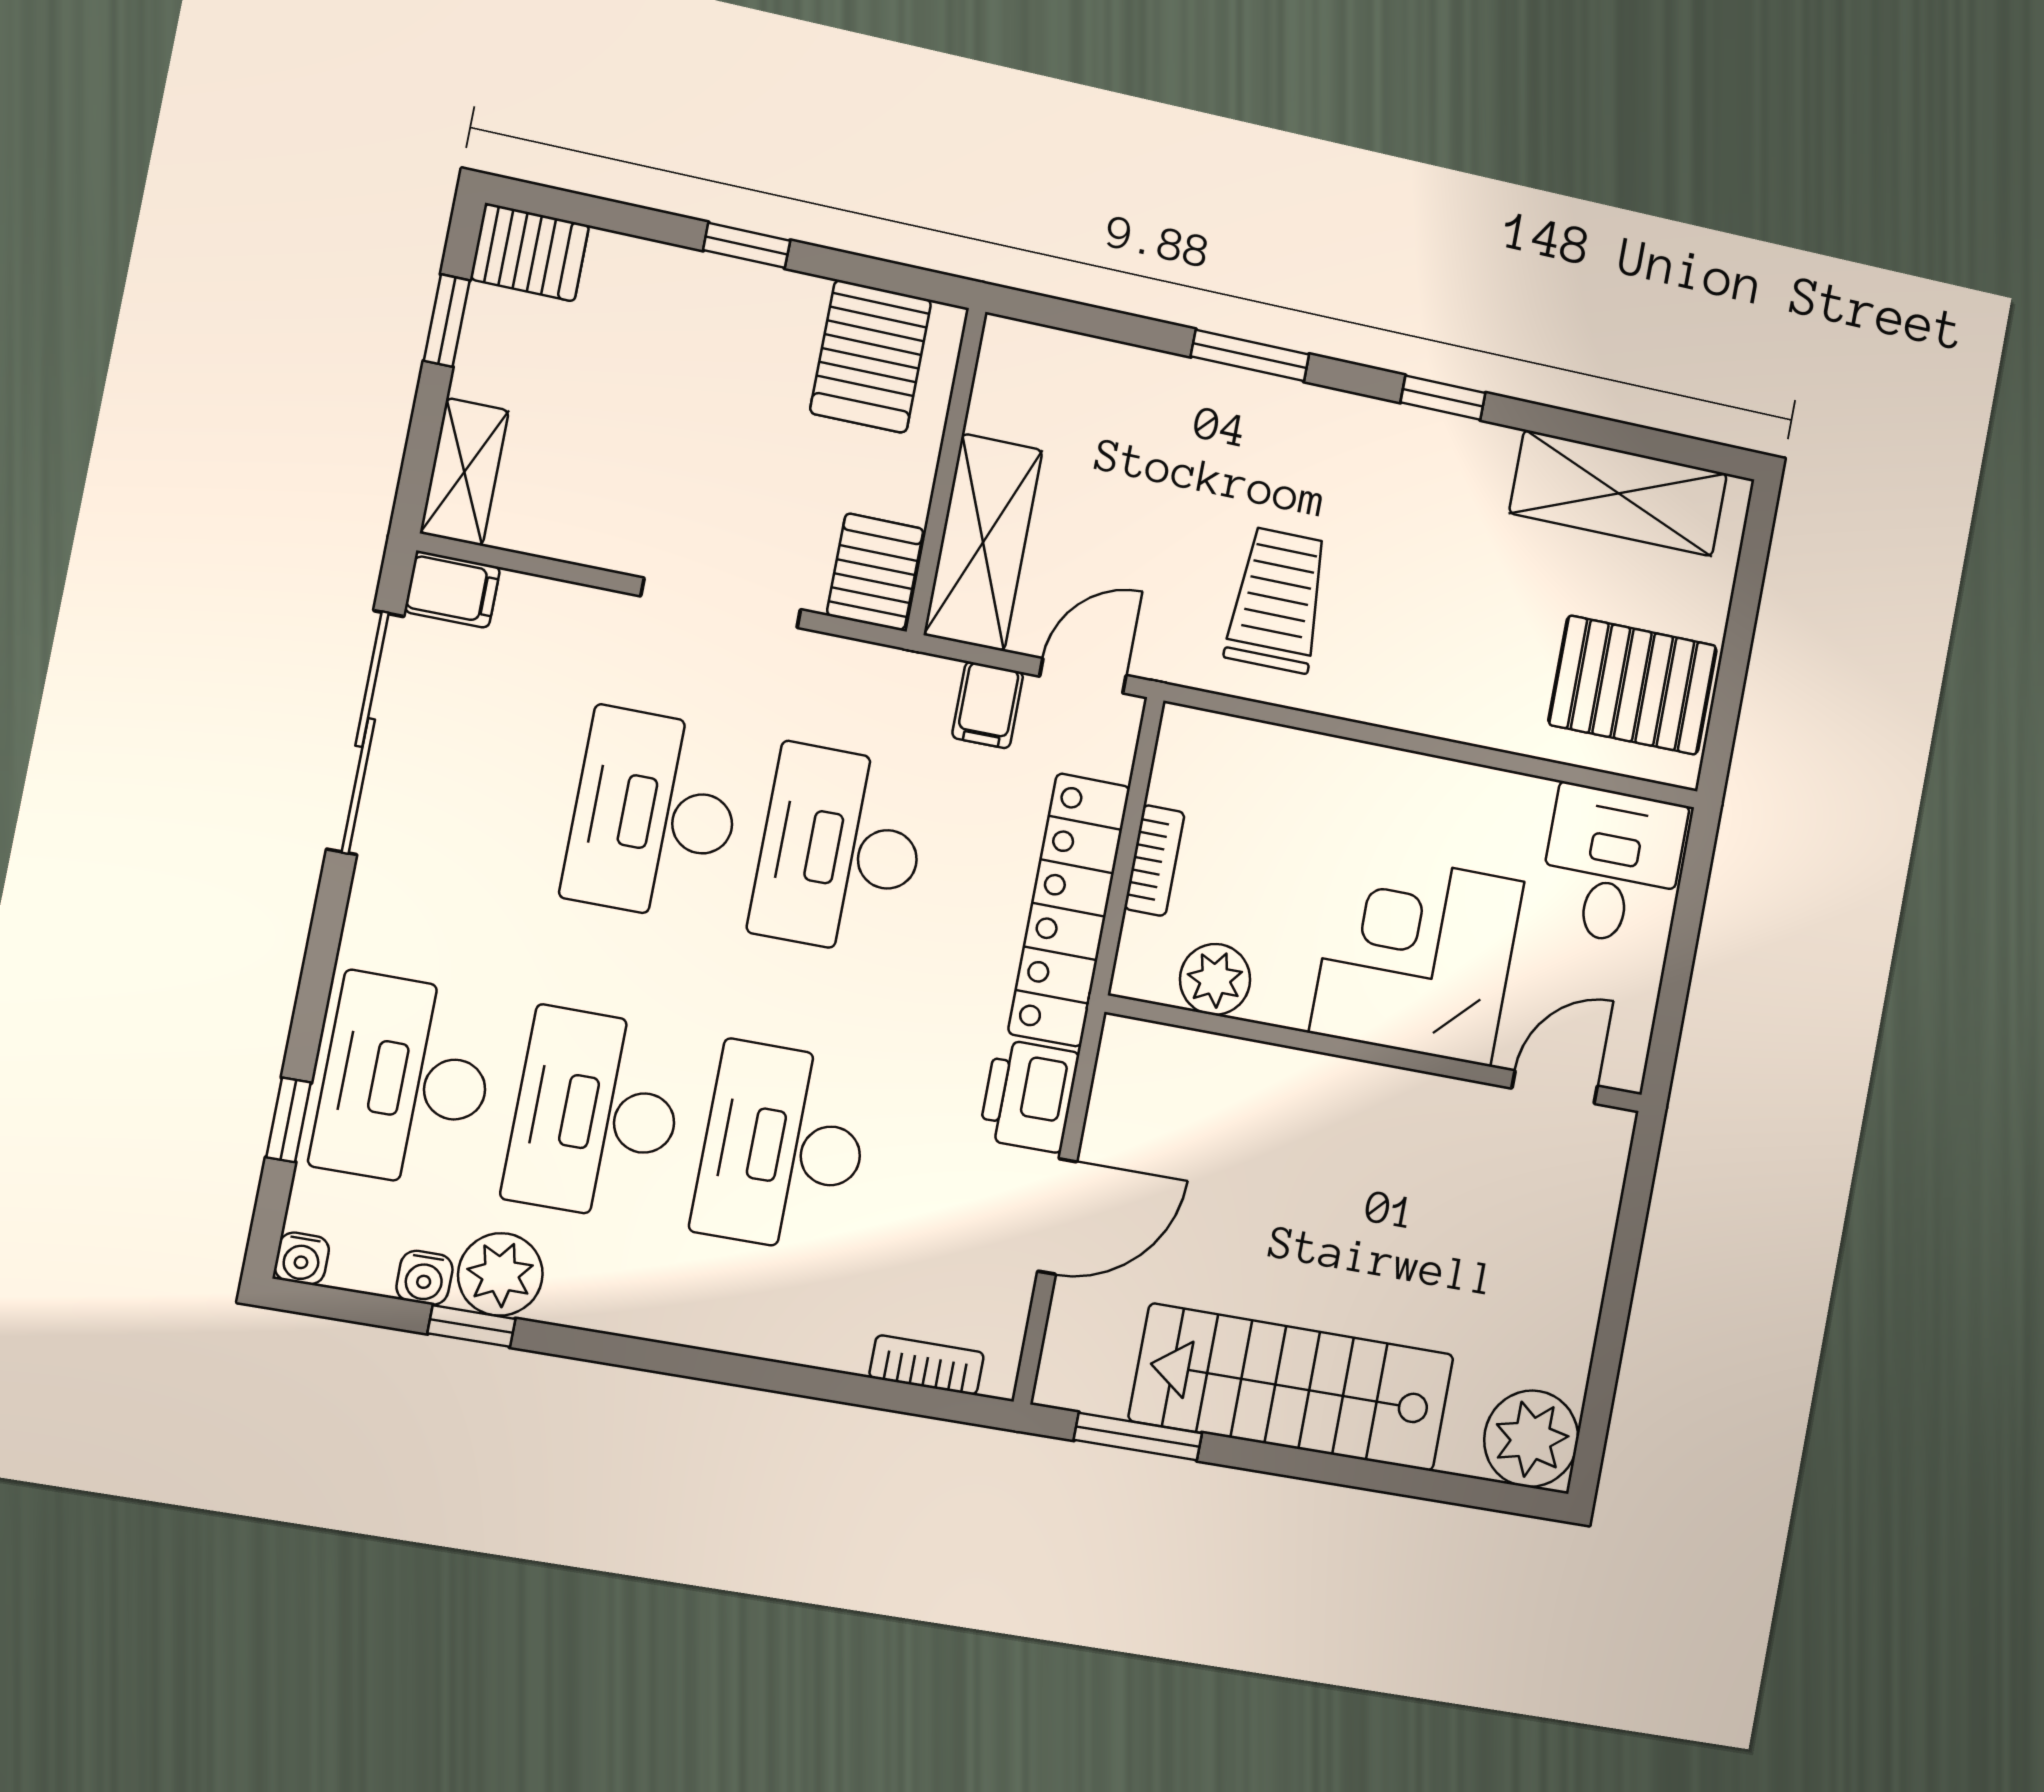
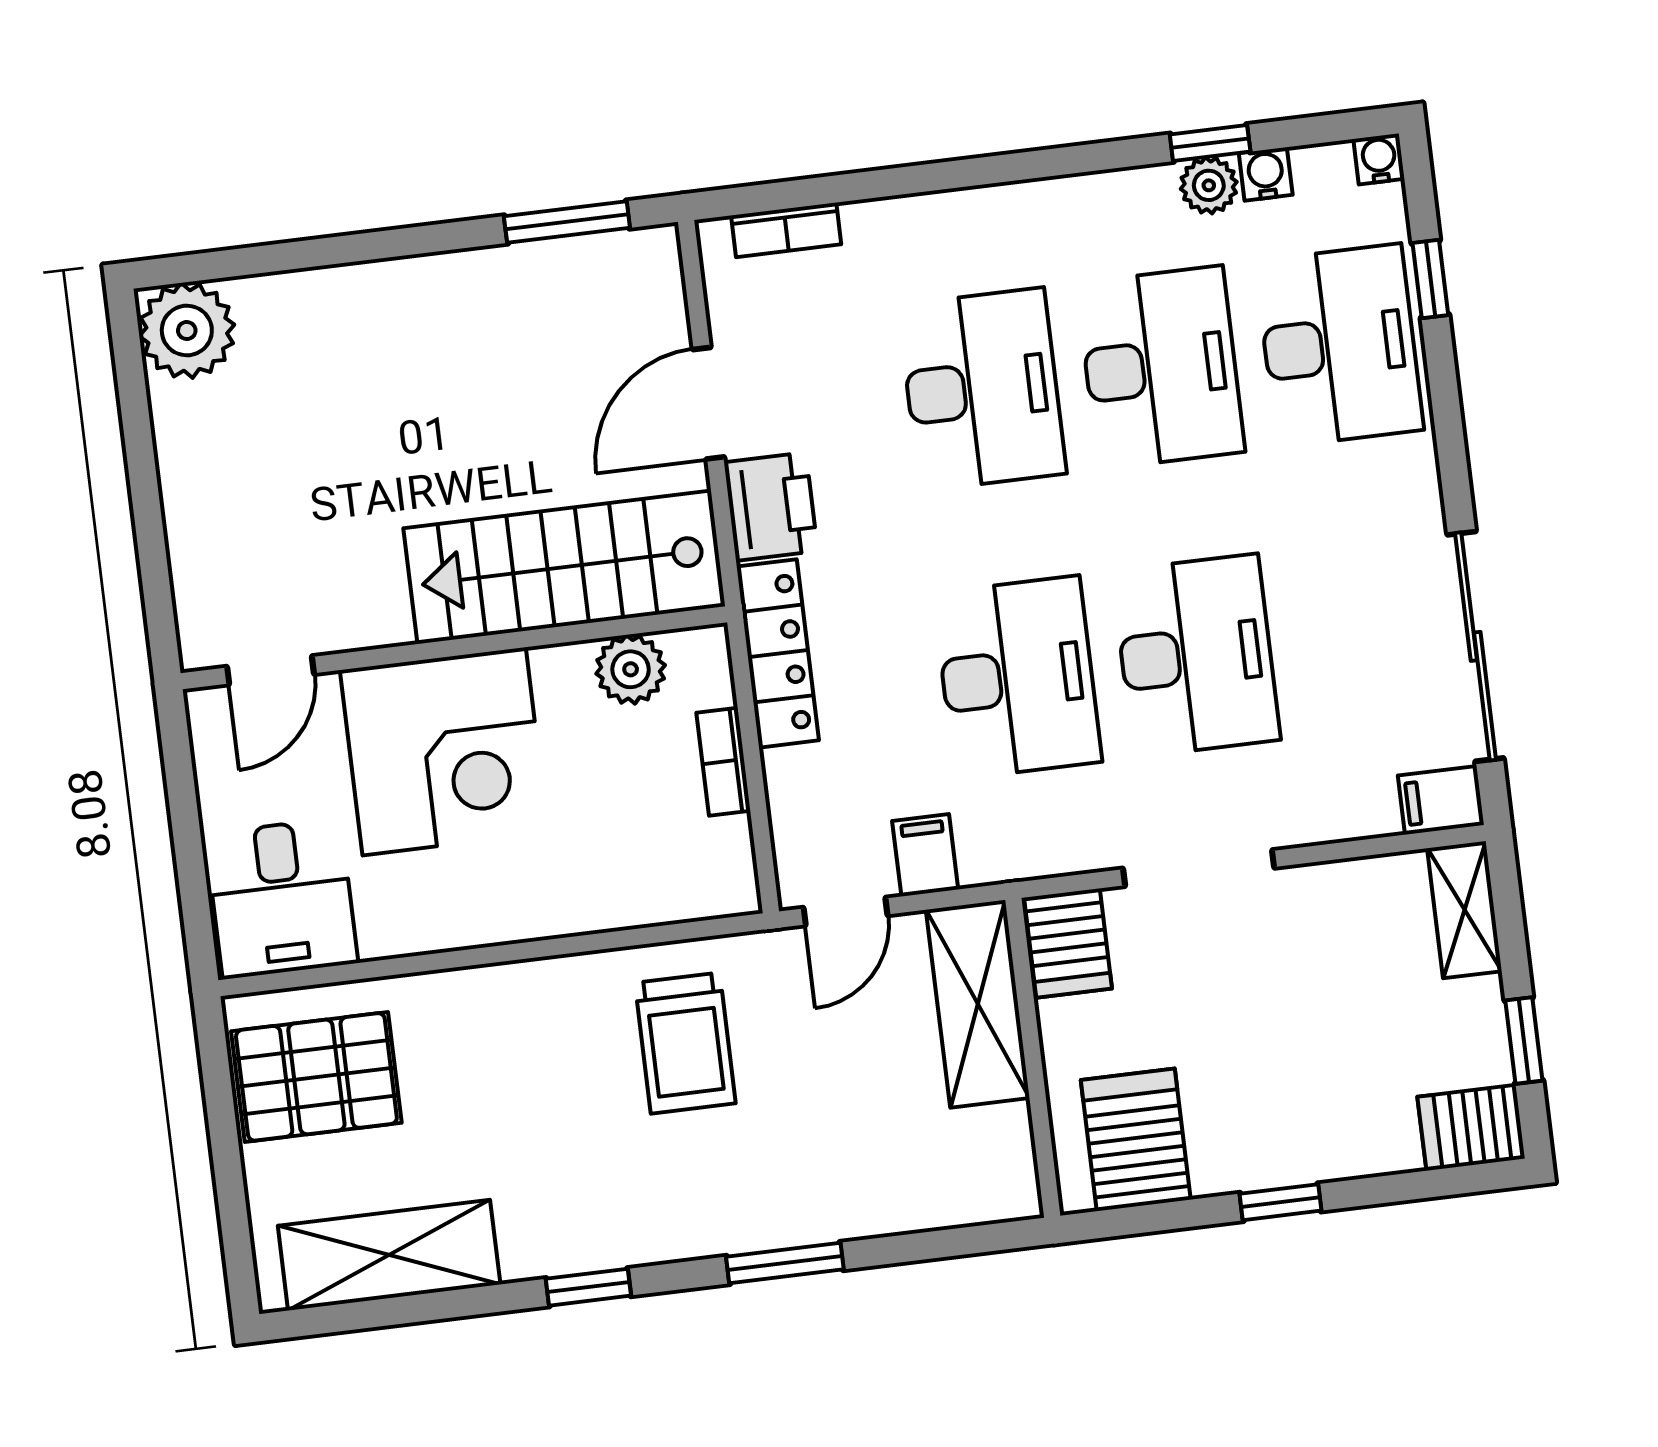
locker: (1069, 910) -> (778, 653), width x0.71, depth x0.83
plant: (500, 1274) -> (1209, 185), width x0.73, depth x0.73
stairs: (1292, 1387) -> (564, 567), moved, turned 180

